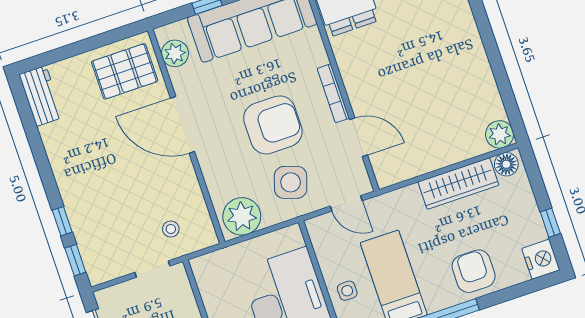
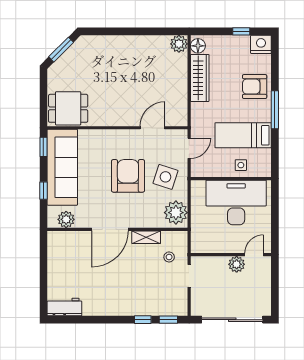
pallet: (125, 71) -> (67, 253), removed
bookcase: (333, 93) -> (121, 134), removed
shelving: (189, 184) -> (146, 237), added

